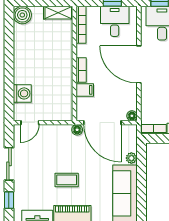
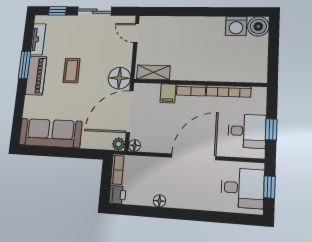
shelving: (58, 13) -> (153, 72), moved, turned 90
bookcase: (81, 25) -> (229, 91), moved
washing machine: (22, 93) -> (236, 26), moved
floor lamp: (77, 130) -> (119, 78), width x1.89, depth x1.89
plant: (131, 158) -> (119, 144), moved

